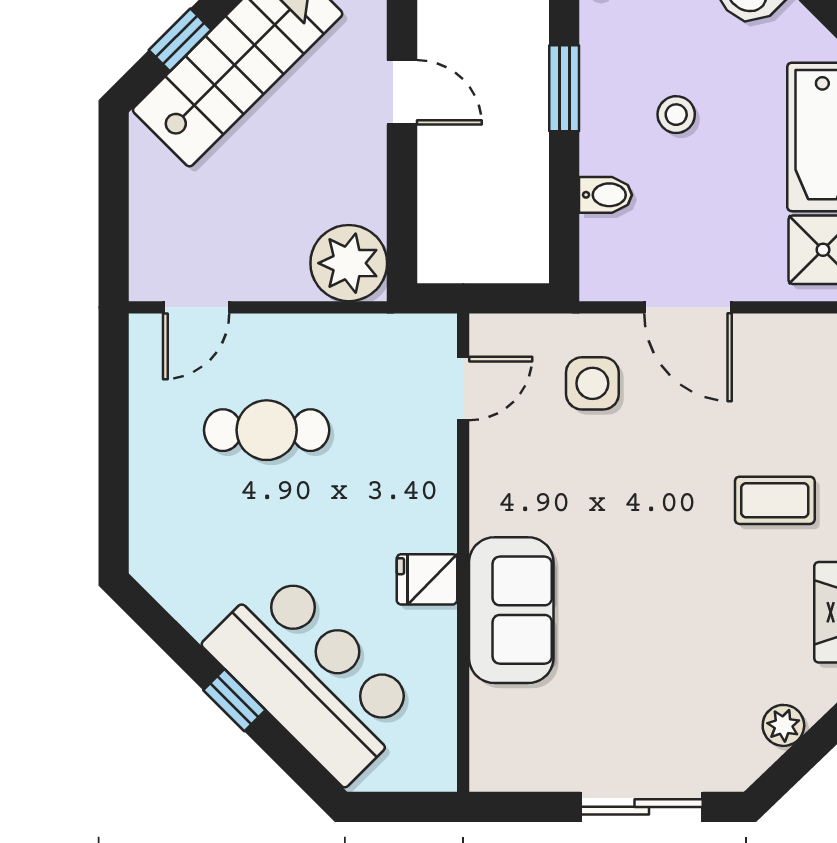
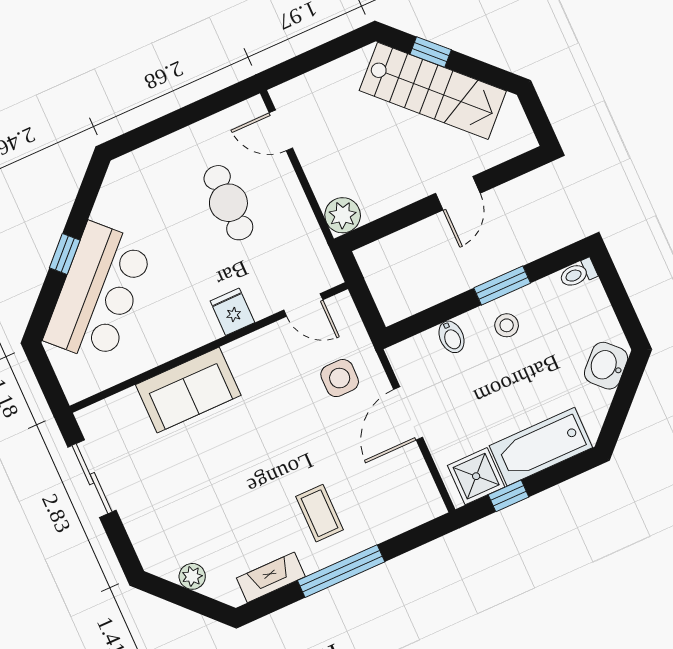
stool: (676, 115) -> (507, 325), moved
plant: (349, 263) -> (343, 215), width x0.73, depth x0.73
fridge: (427, 579) -> (232, 312), moved
sliding door: (642, 807) -> (92, 479), moved

